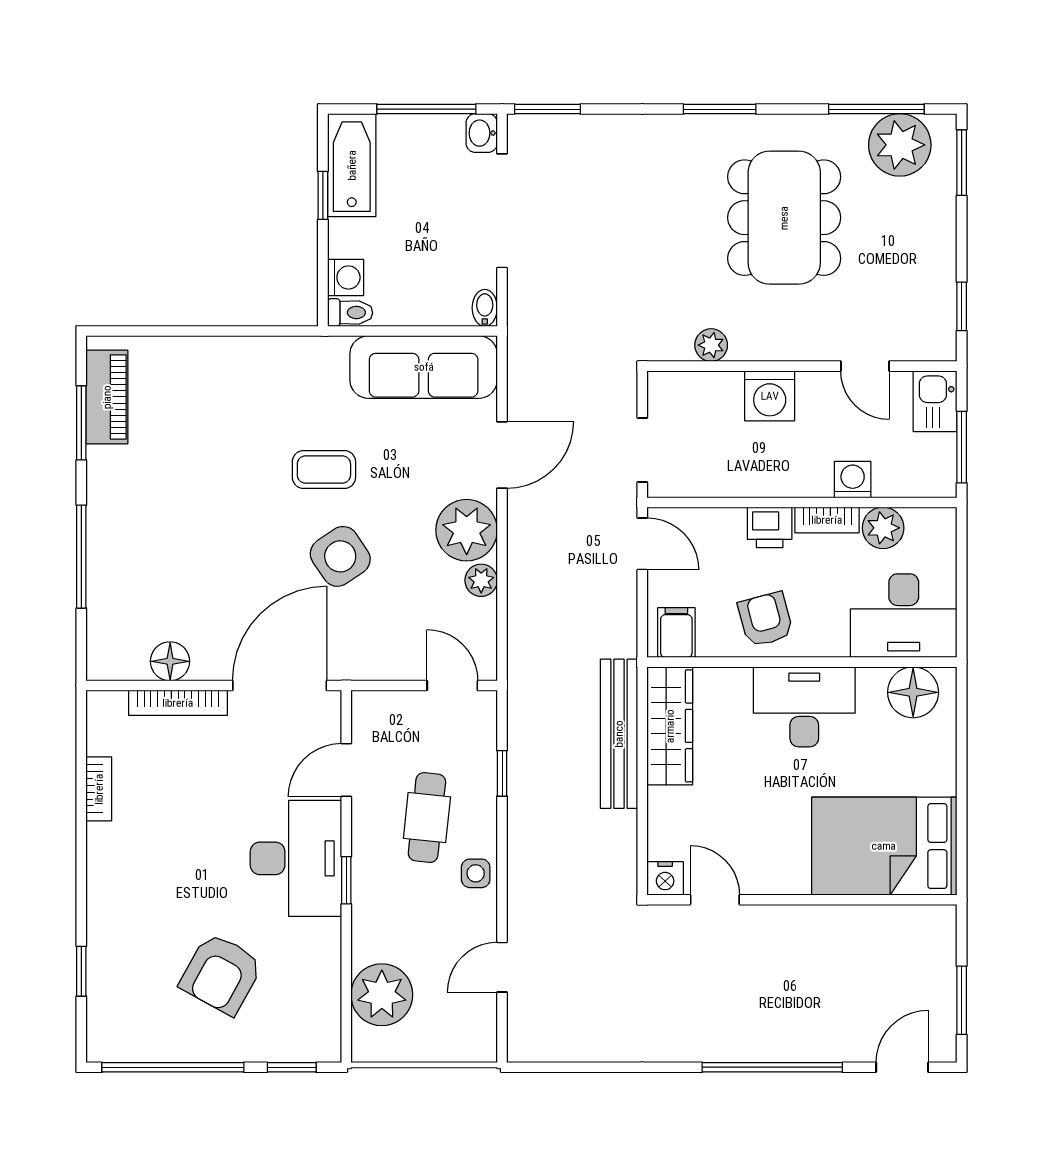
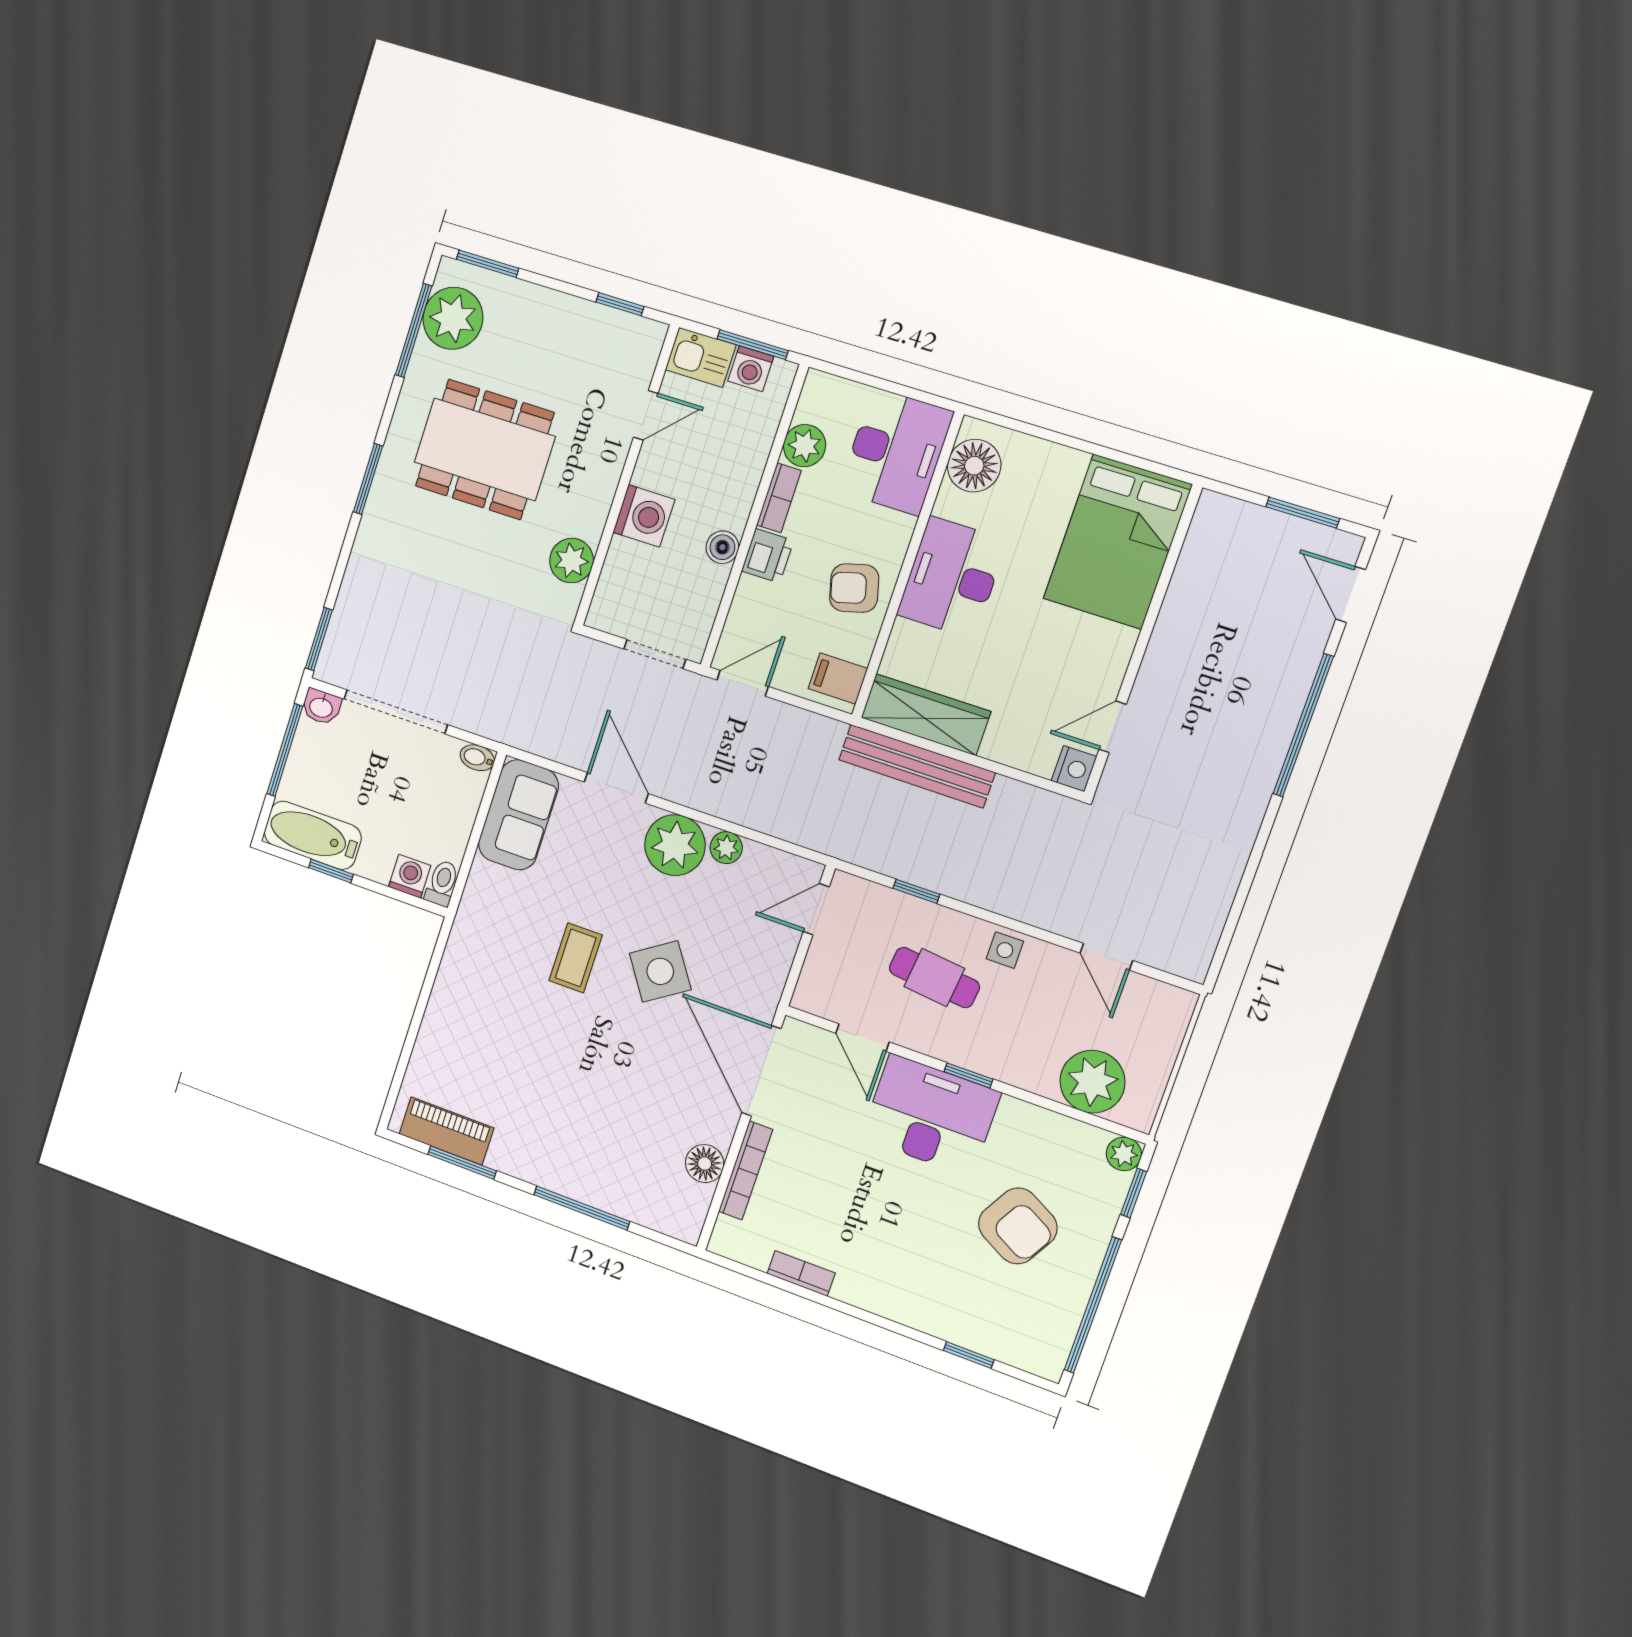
plant: (711, 345) -> (571, 561), width x1.38, depth x1.38
sofa: (424, 367) -> (518, 815), width x0.73
washing machine: (853, 480) -> (751, 369), moved, turned -90
boiler: (764, 481) -> (722, 547), added
plant: (325, 1046) -> (1124, 1154), added

